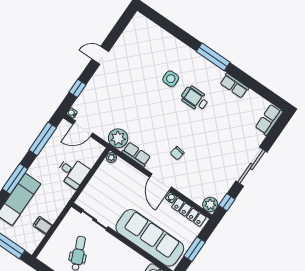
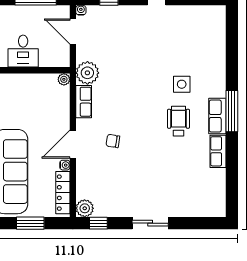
row of seats: (269, 120) -> (217, 116), moved, turned -90
sliding door: (251, 166) -> (150, 223), width x0.73

